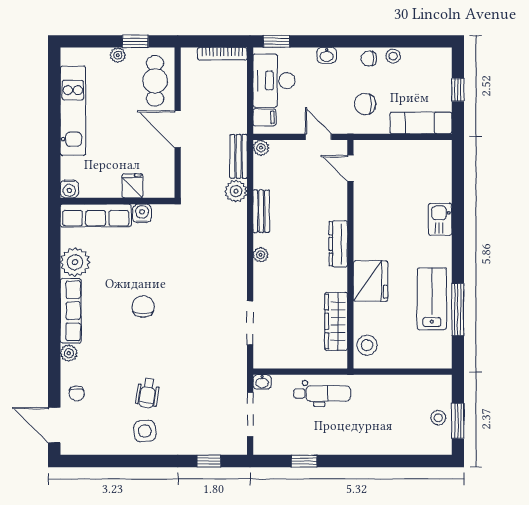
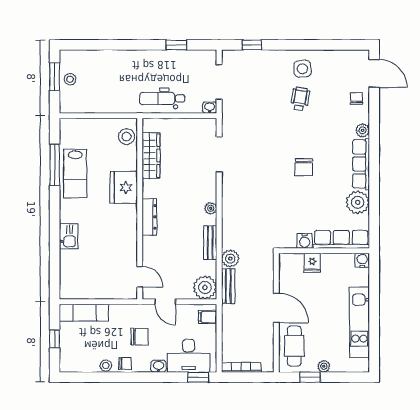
desk: (274, 81) -> (188, 356), moved, turned 90
chair: (365, 104) -> (140, 337), moved
plant: (261, 148) -> (205, 287), width x1.88, depth x1.88

